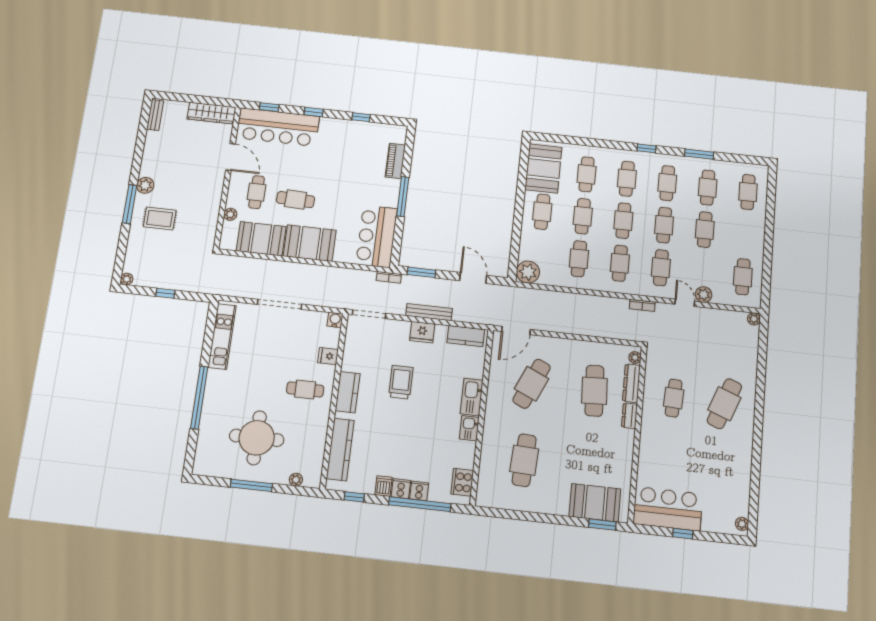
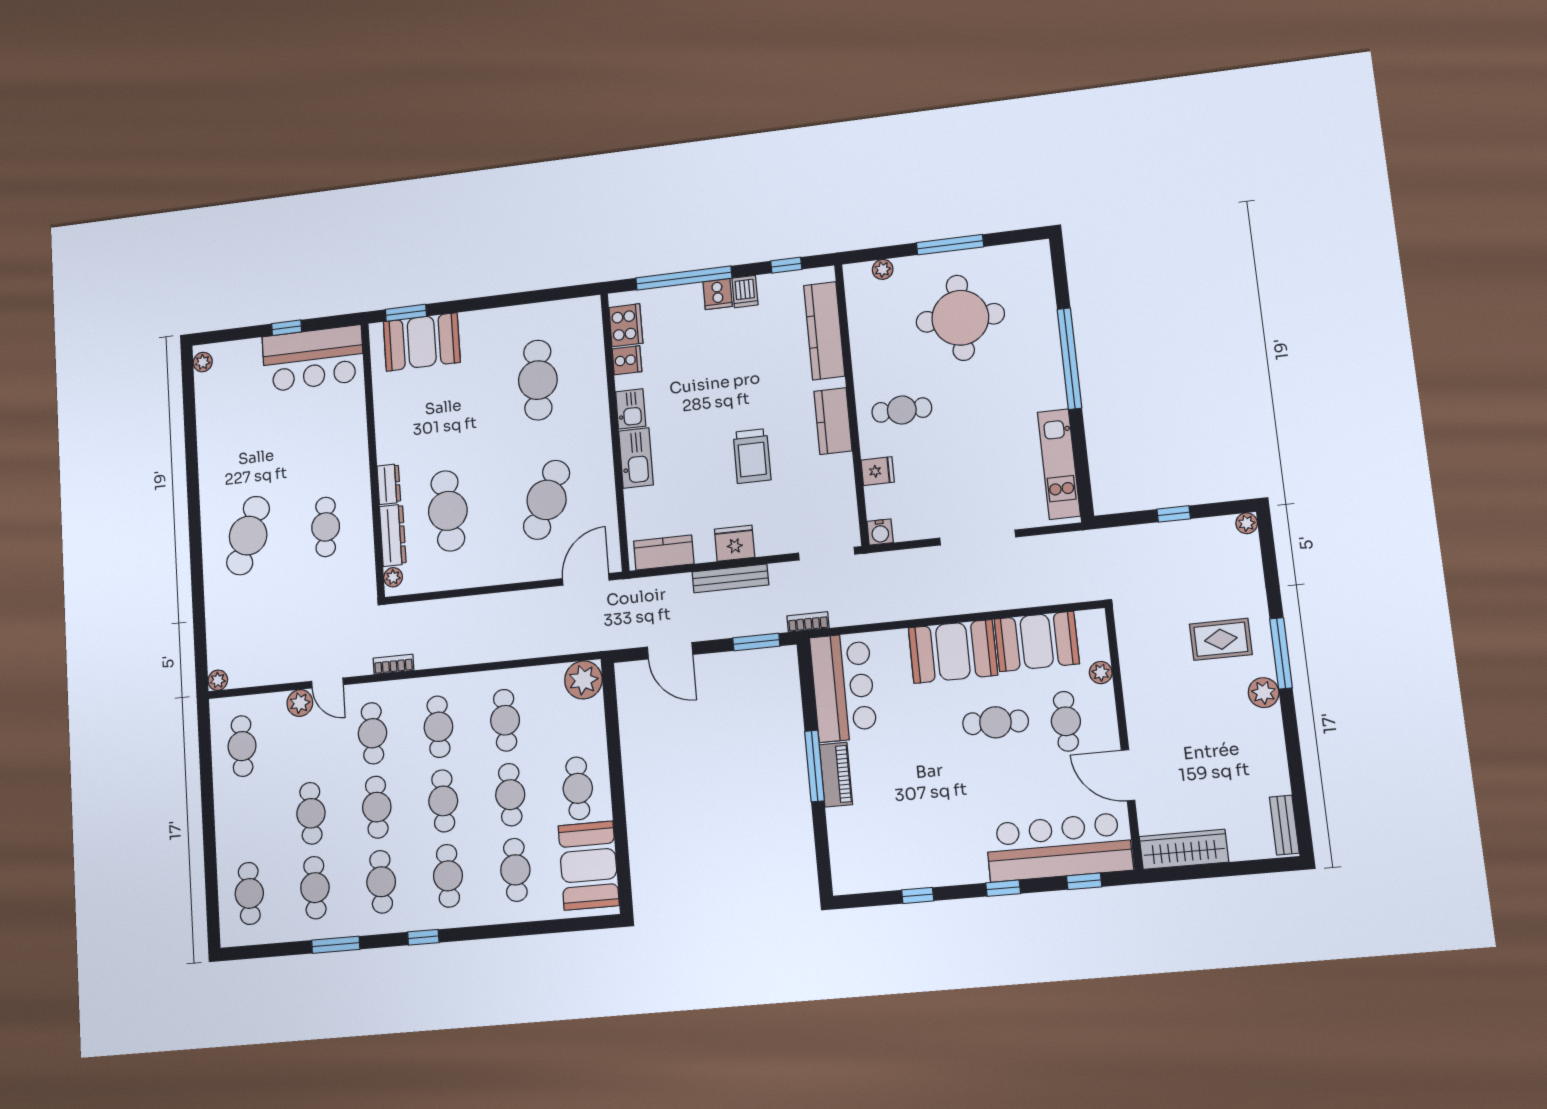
piano: (395, 161) -> (836, 775), moved
cooker: (419, 491) -> (627, 360), moved, turned -90

